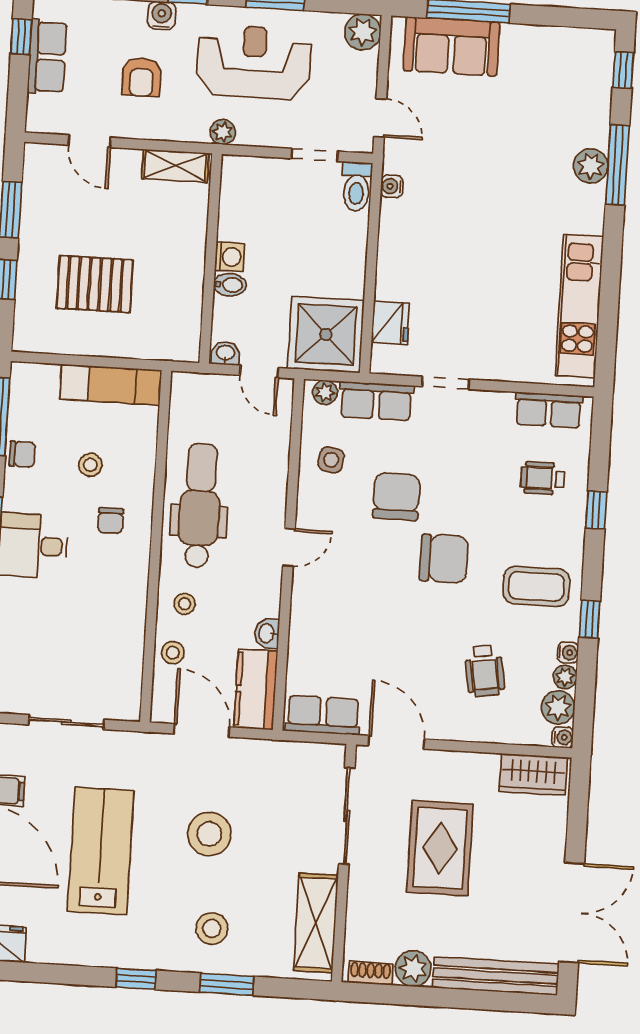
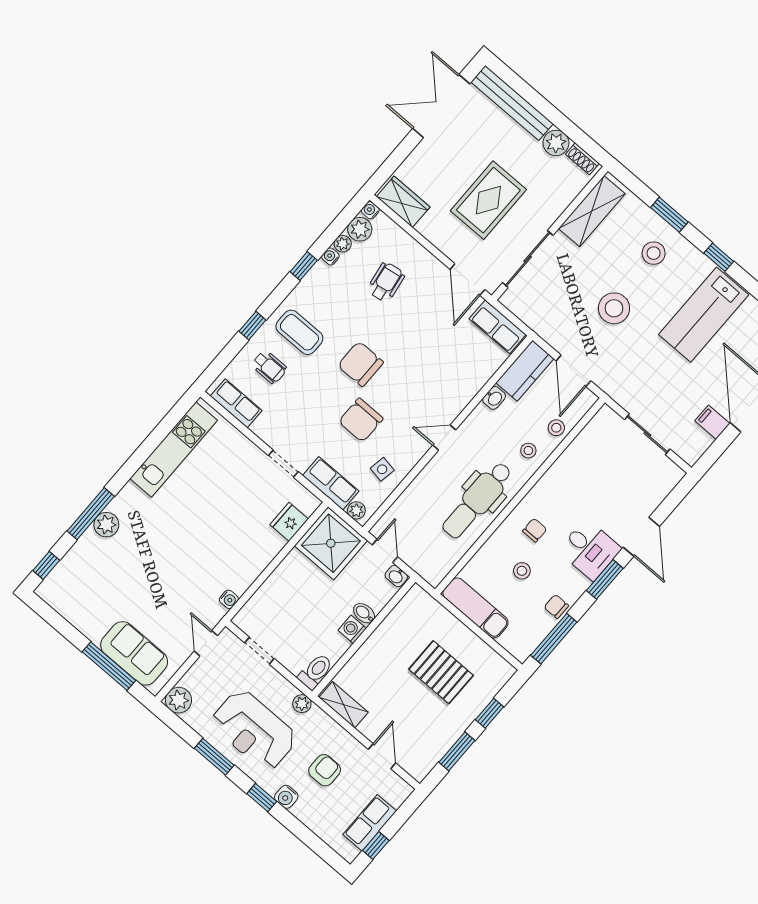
toilet: (356, 187) -> (315, 672), moved
coffee table: (536, 586) -> (299, 332), moved
lab bench: (101, 851) -> (704, 315), moved

